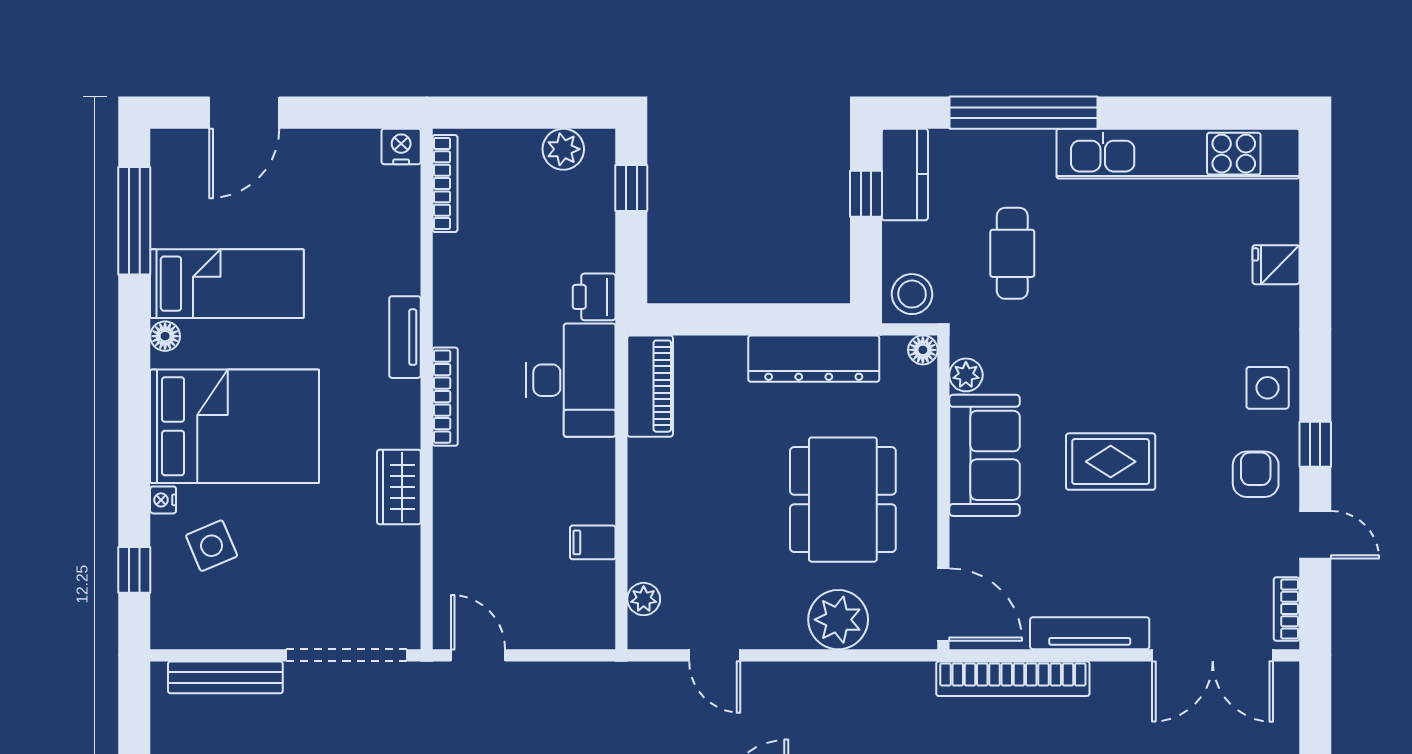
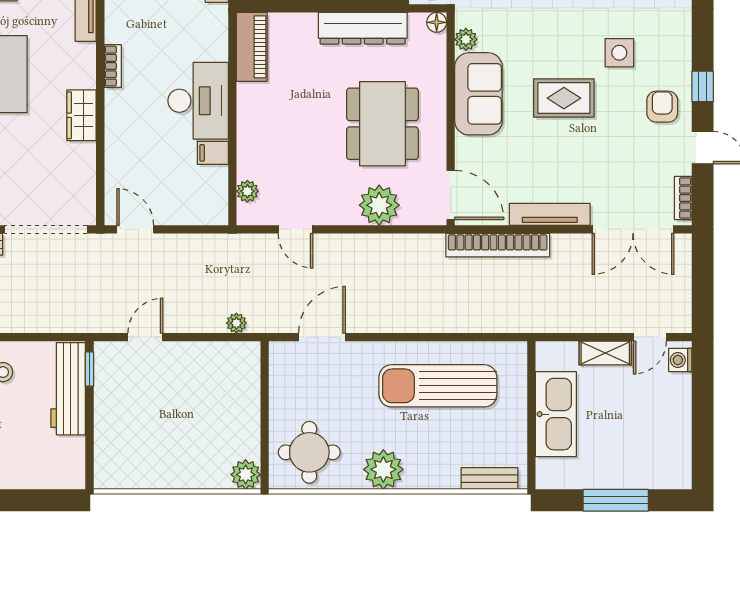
desk: (571, 380) -> (198, 101), moved
side table: (1268, 388) -> (619, 53), moved
bookcase: (445, 397) -> (113, 66), width x0.64

